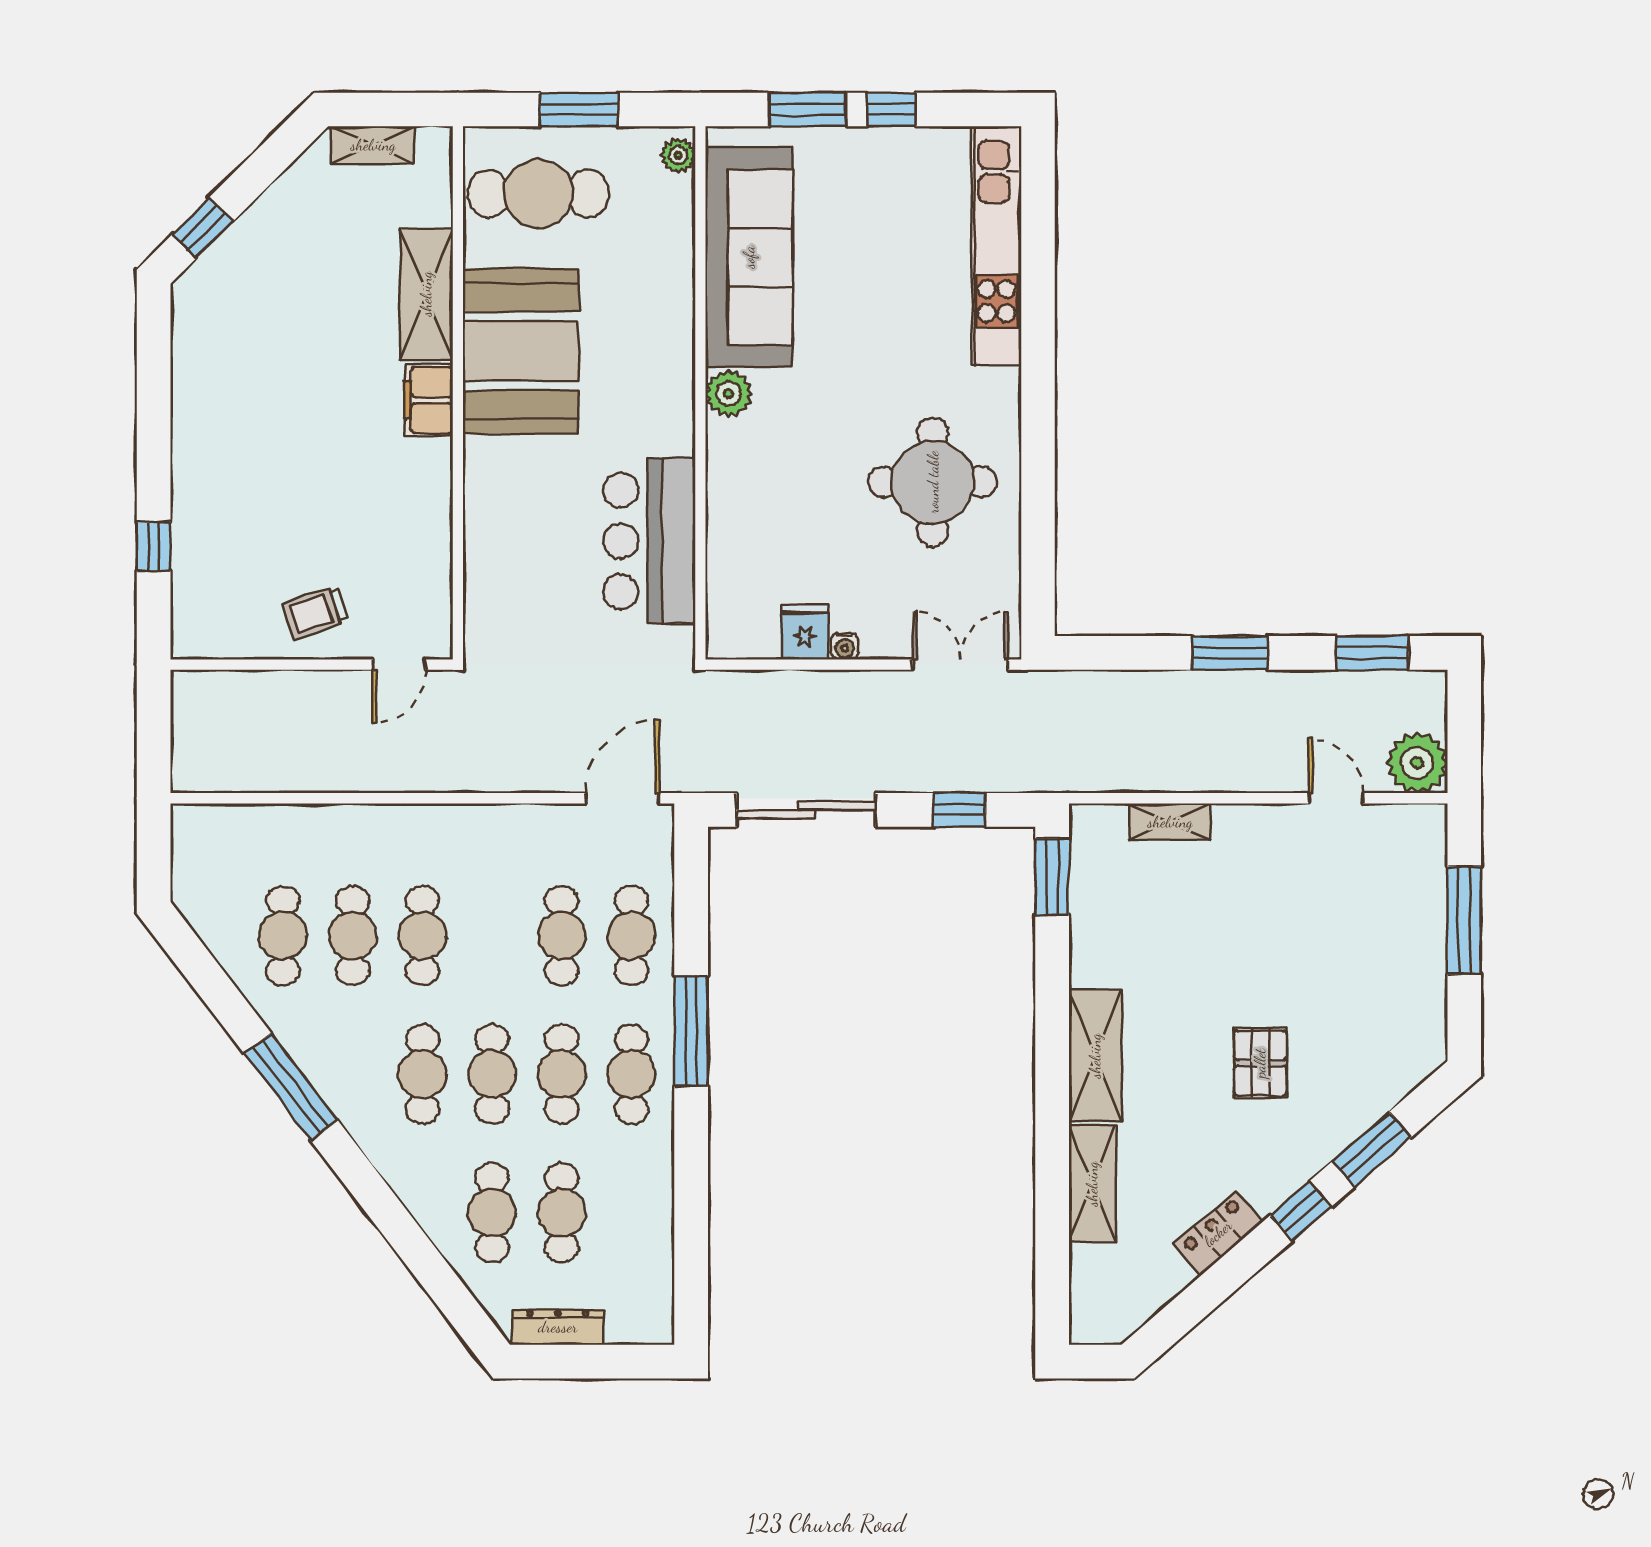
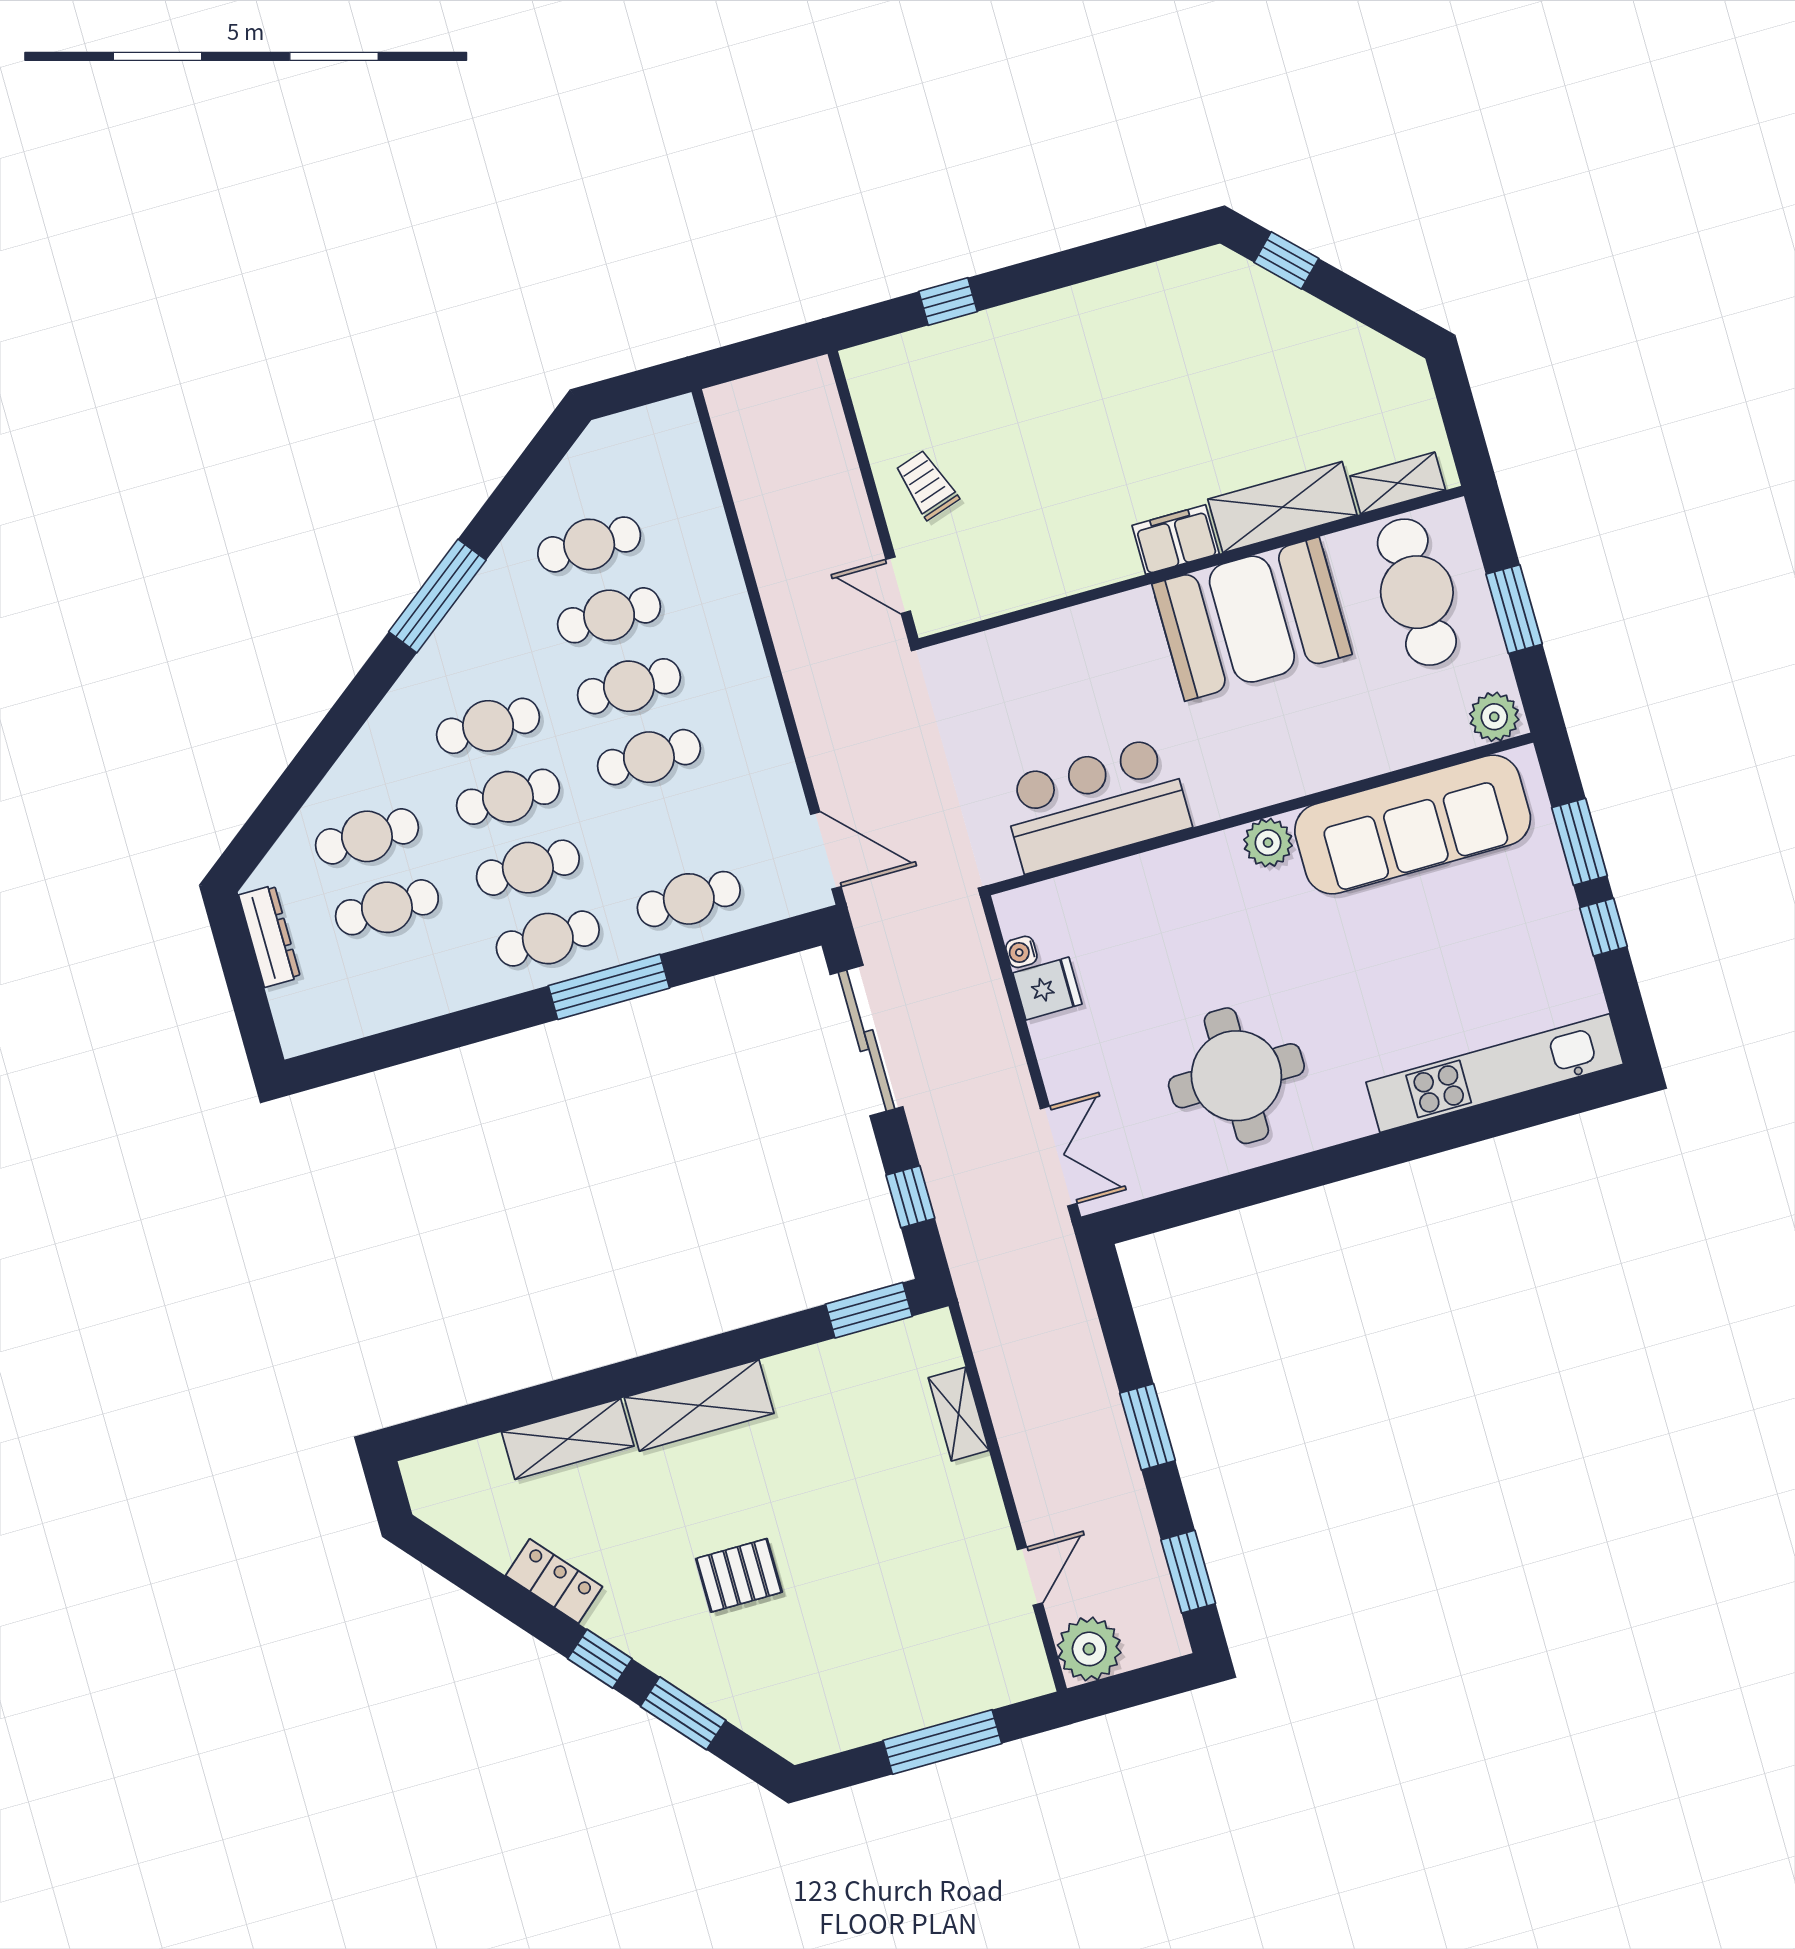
shelving: (373, 145) -> (1398, 483), moved, turned 90
plant: (678, 155) -> (1494, 717), width x1.38, depth x1.38
water cooler: (845, 646) -> (1021, 952), moved
cafe table: (562, 936) -> (649, 757), moved

